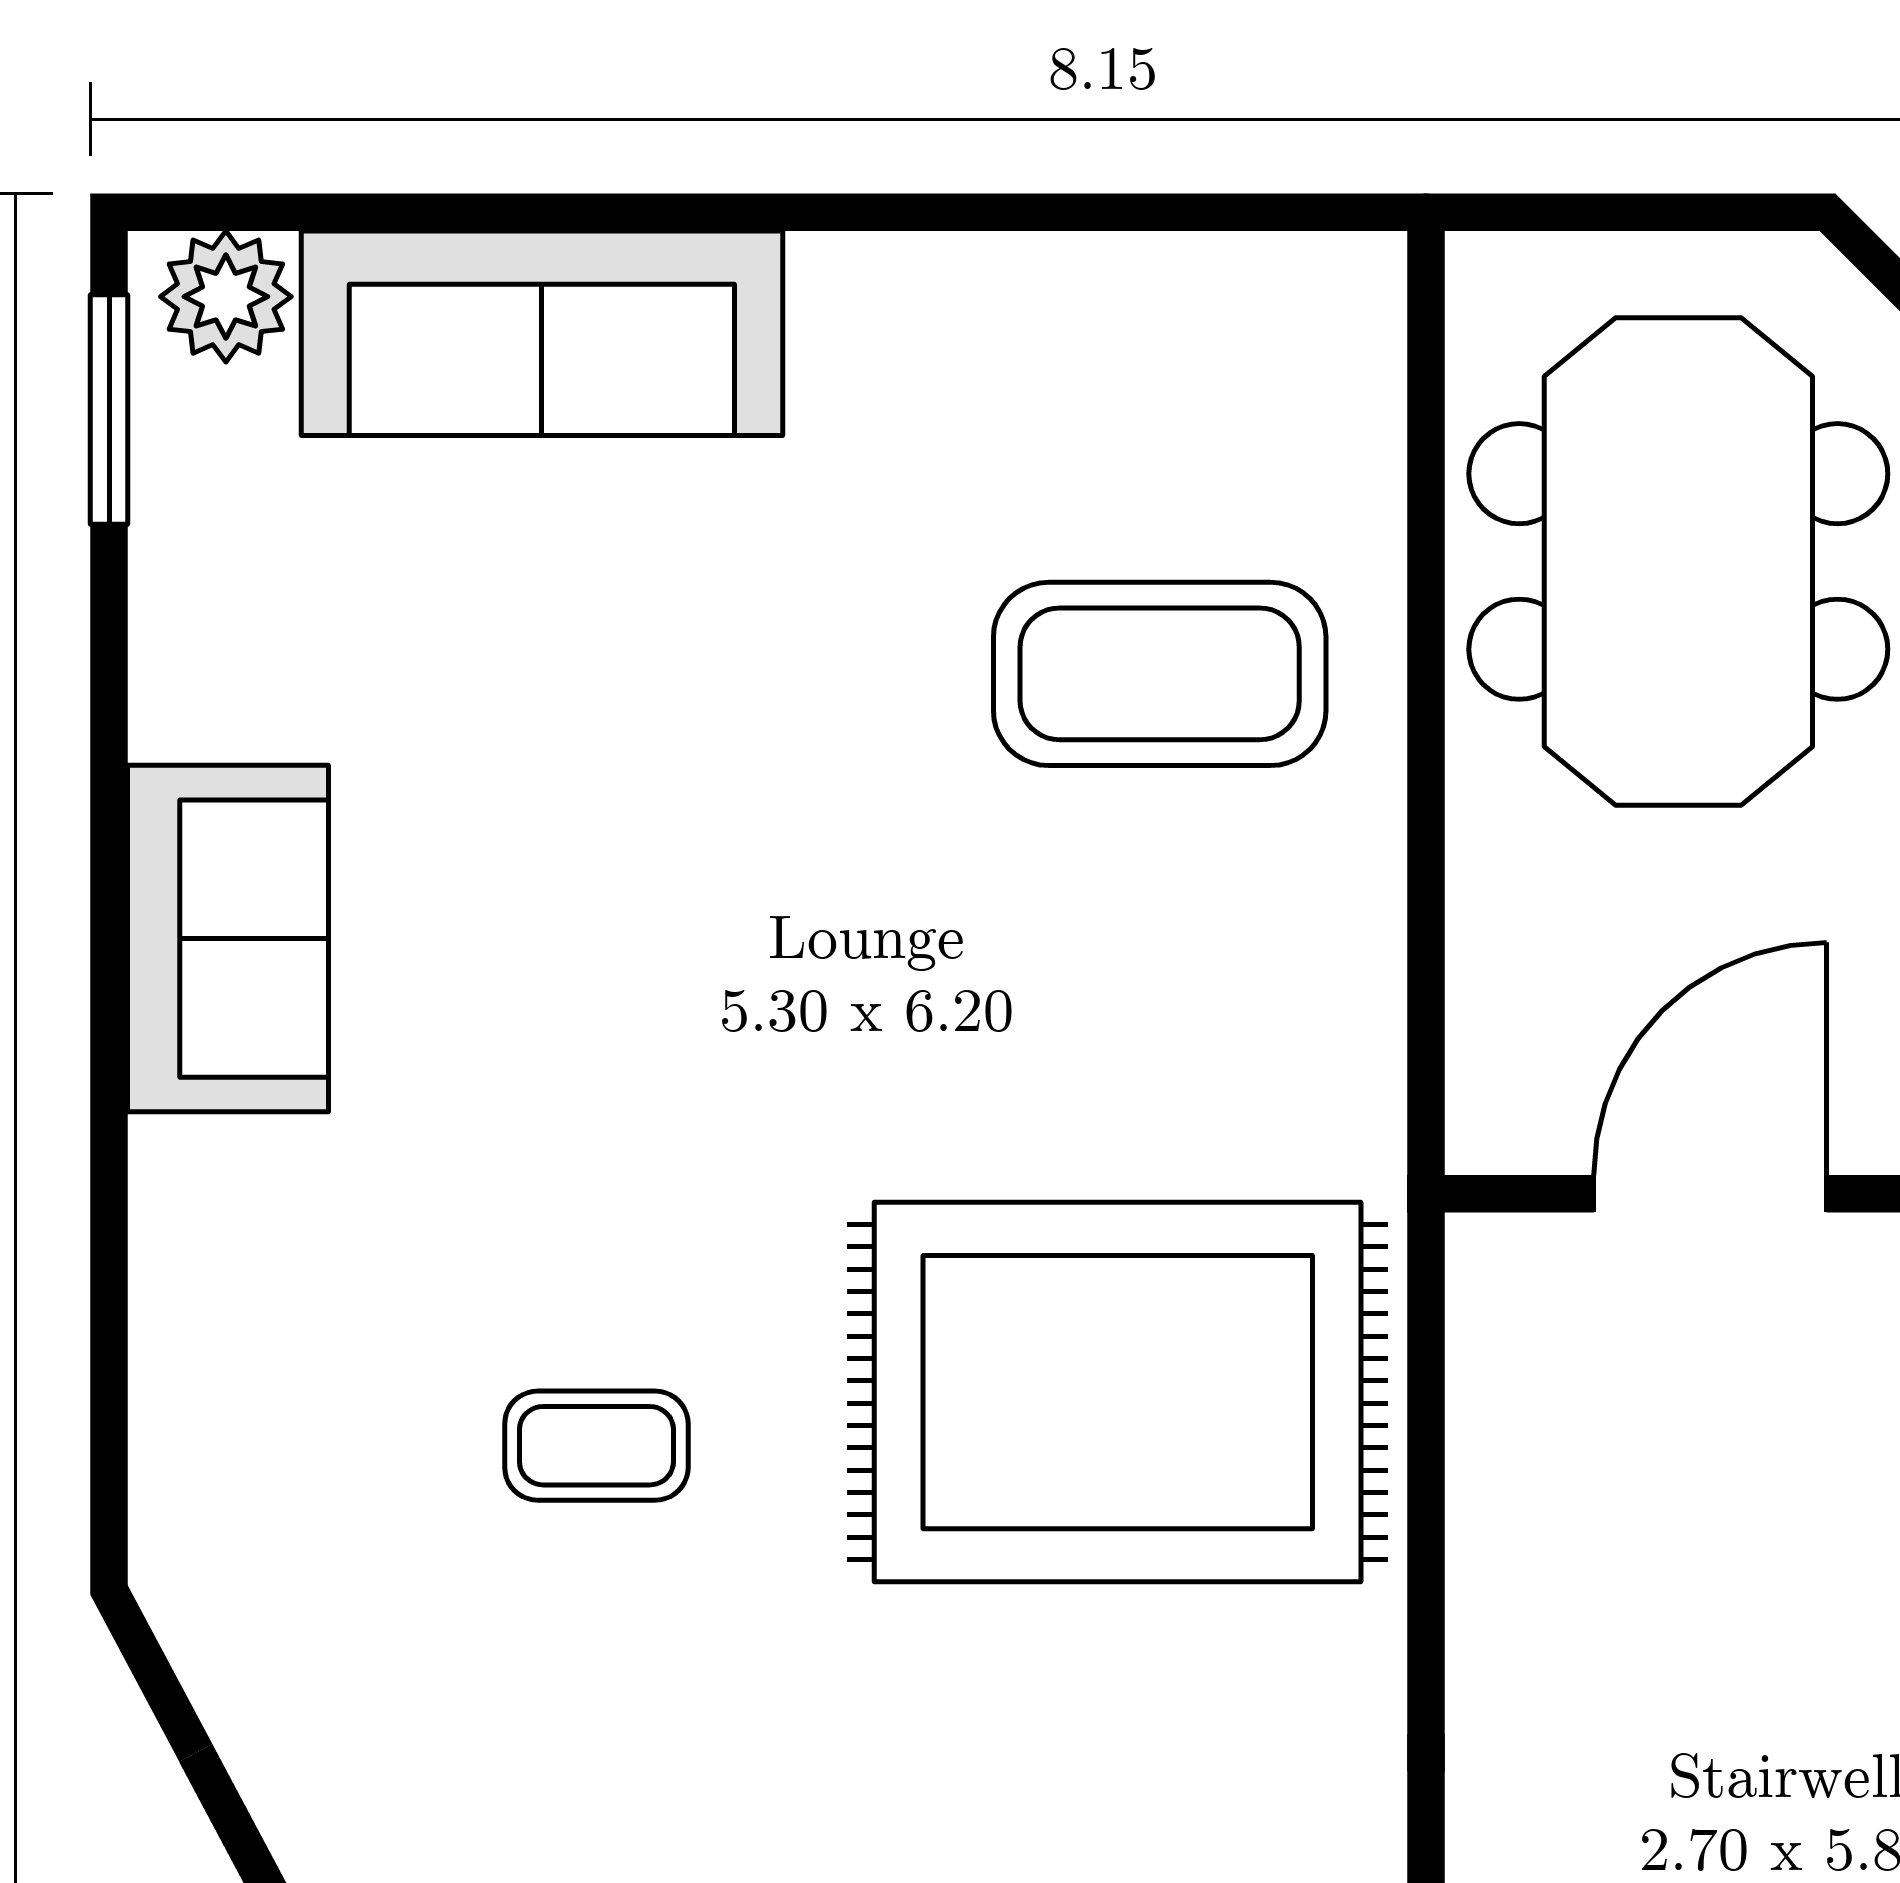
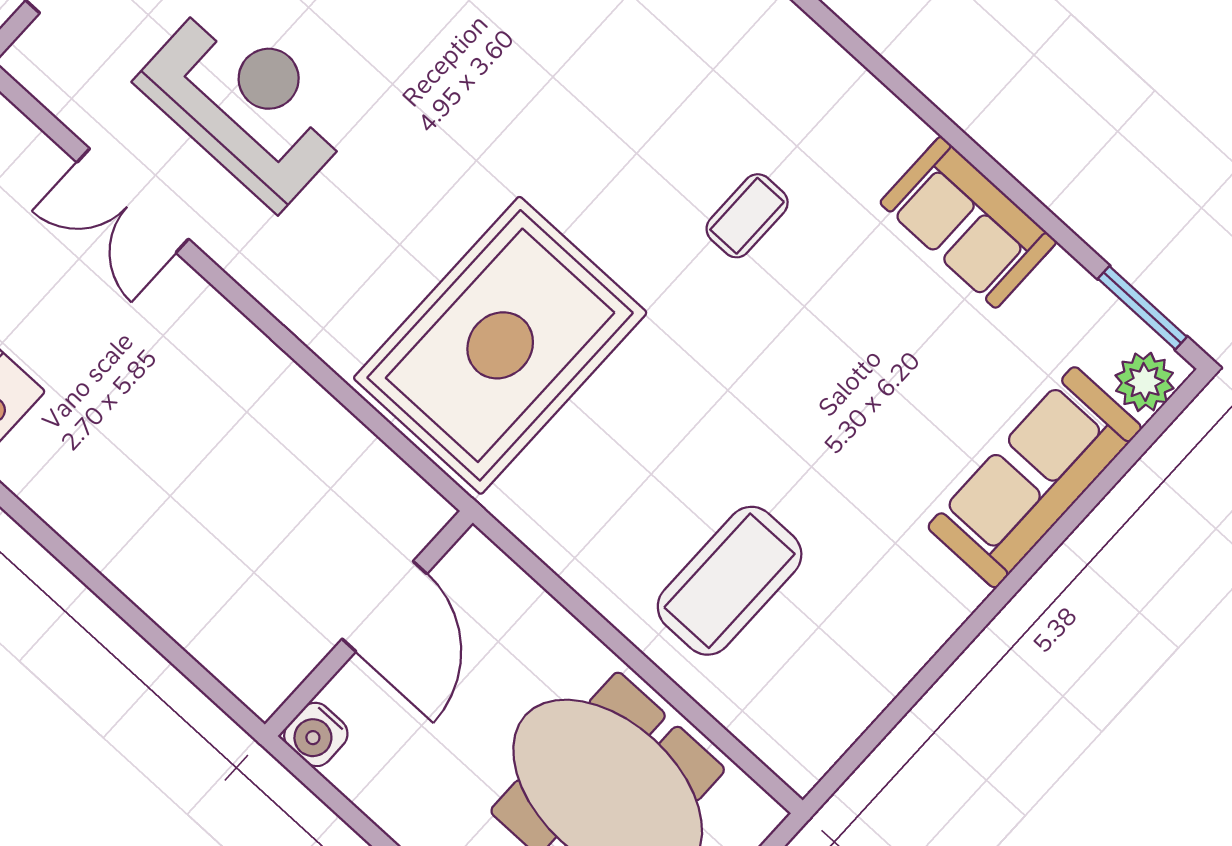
sofa: (228, 939) -> (968, 222), moved
coffee table: (596, 1446) -> (747, 216), moved

